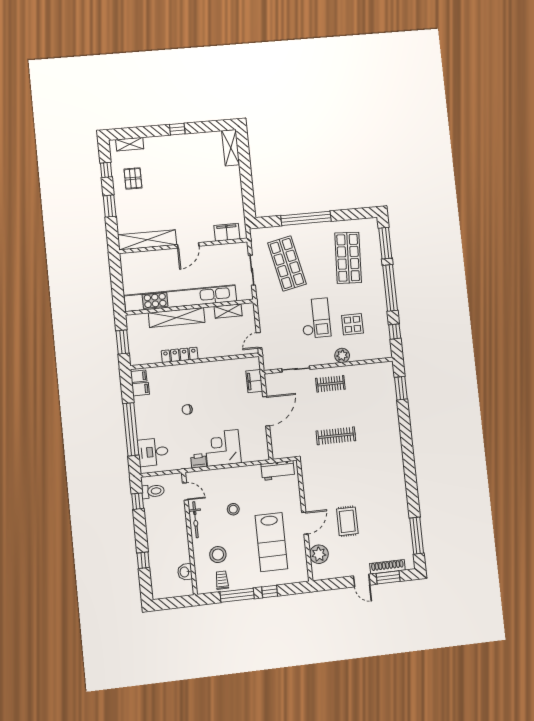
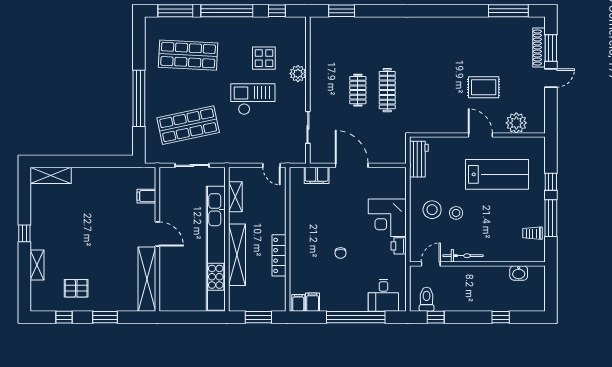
shelving: (130, 144) -> (37, 265), moved
filing cabinet: (227, 232) -> (146, 196), width x0.50
clothes rail: (330, 384) -> (358, 90), moved
stool: (218, 555) -> (432, 210), moved

